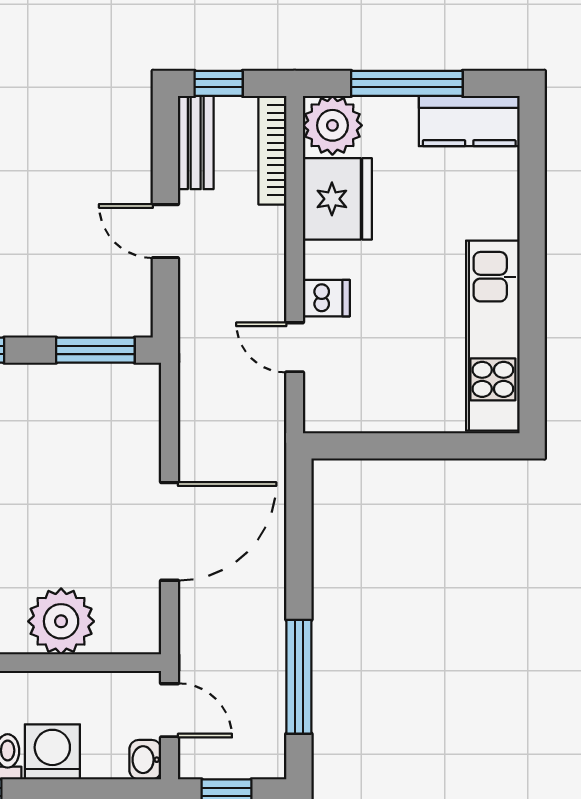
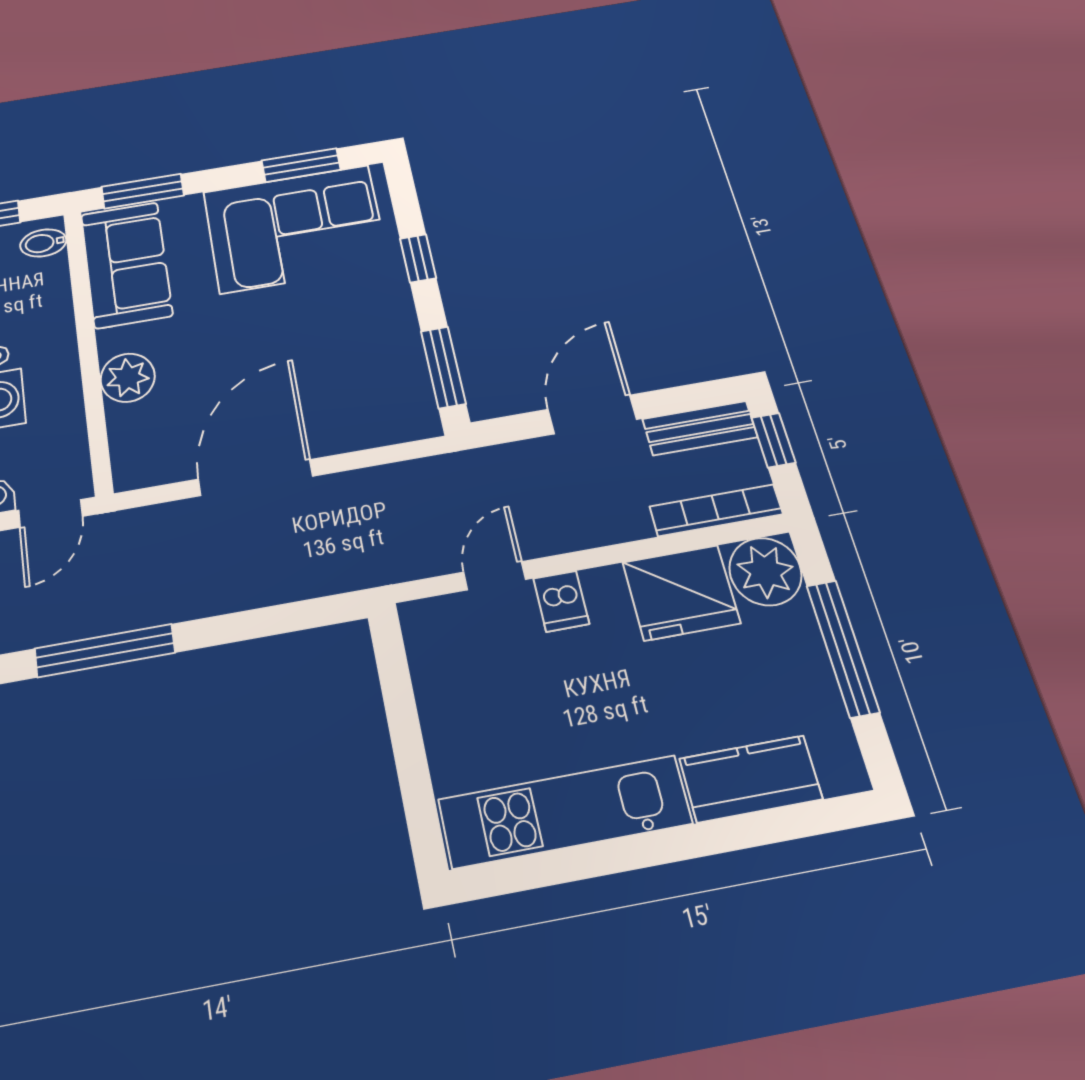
kitchen counter: (469, 121) -> (751, 779), moved, turned 90
door: (165, 231) -> (592, 414), width x1.38
door: (170, 531) -> (256, 478), swing flipped
plant: (61, 621) -> (128, 378), width x0.73, depth x0.73

